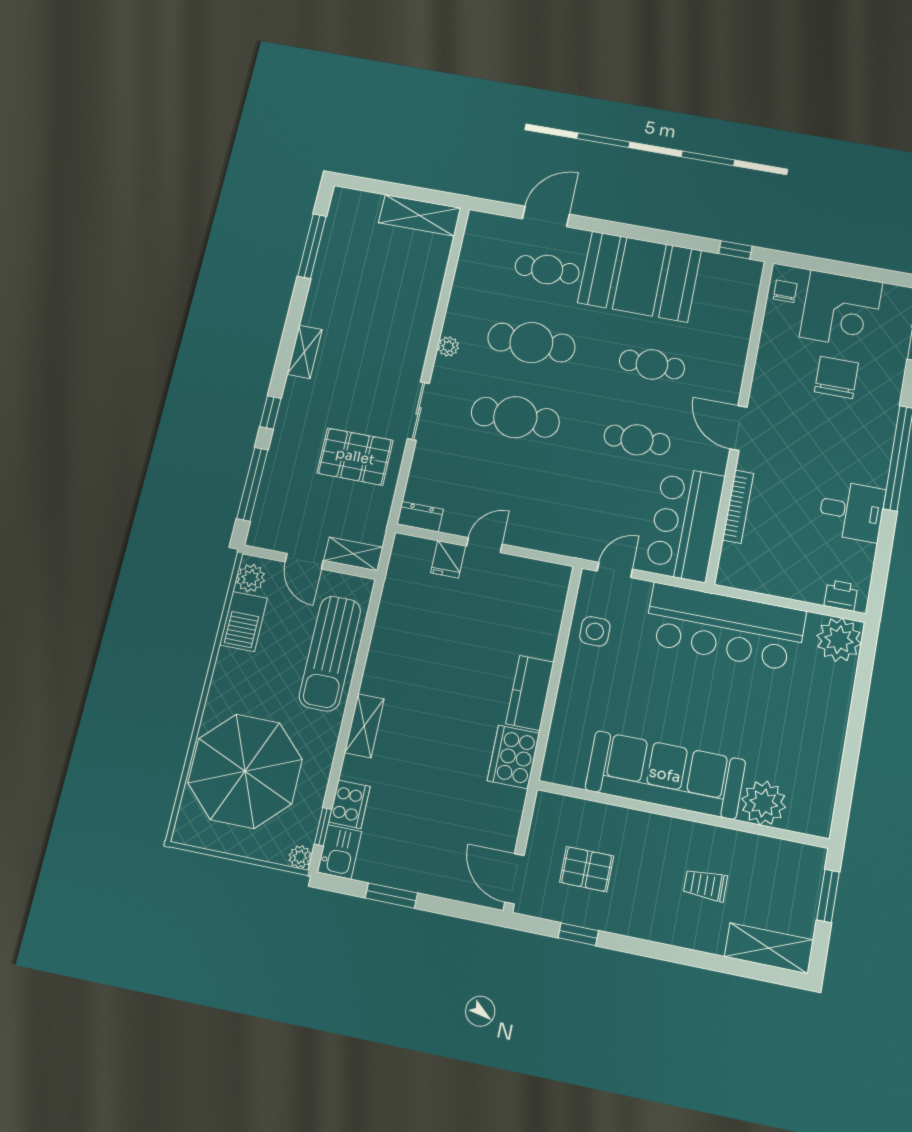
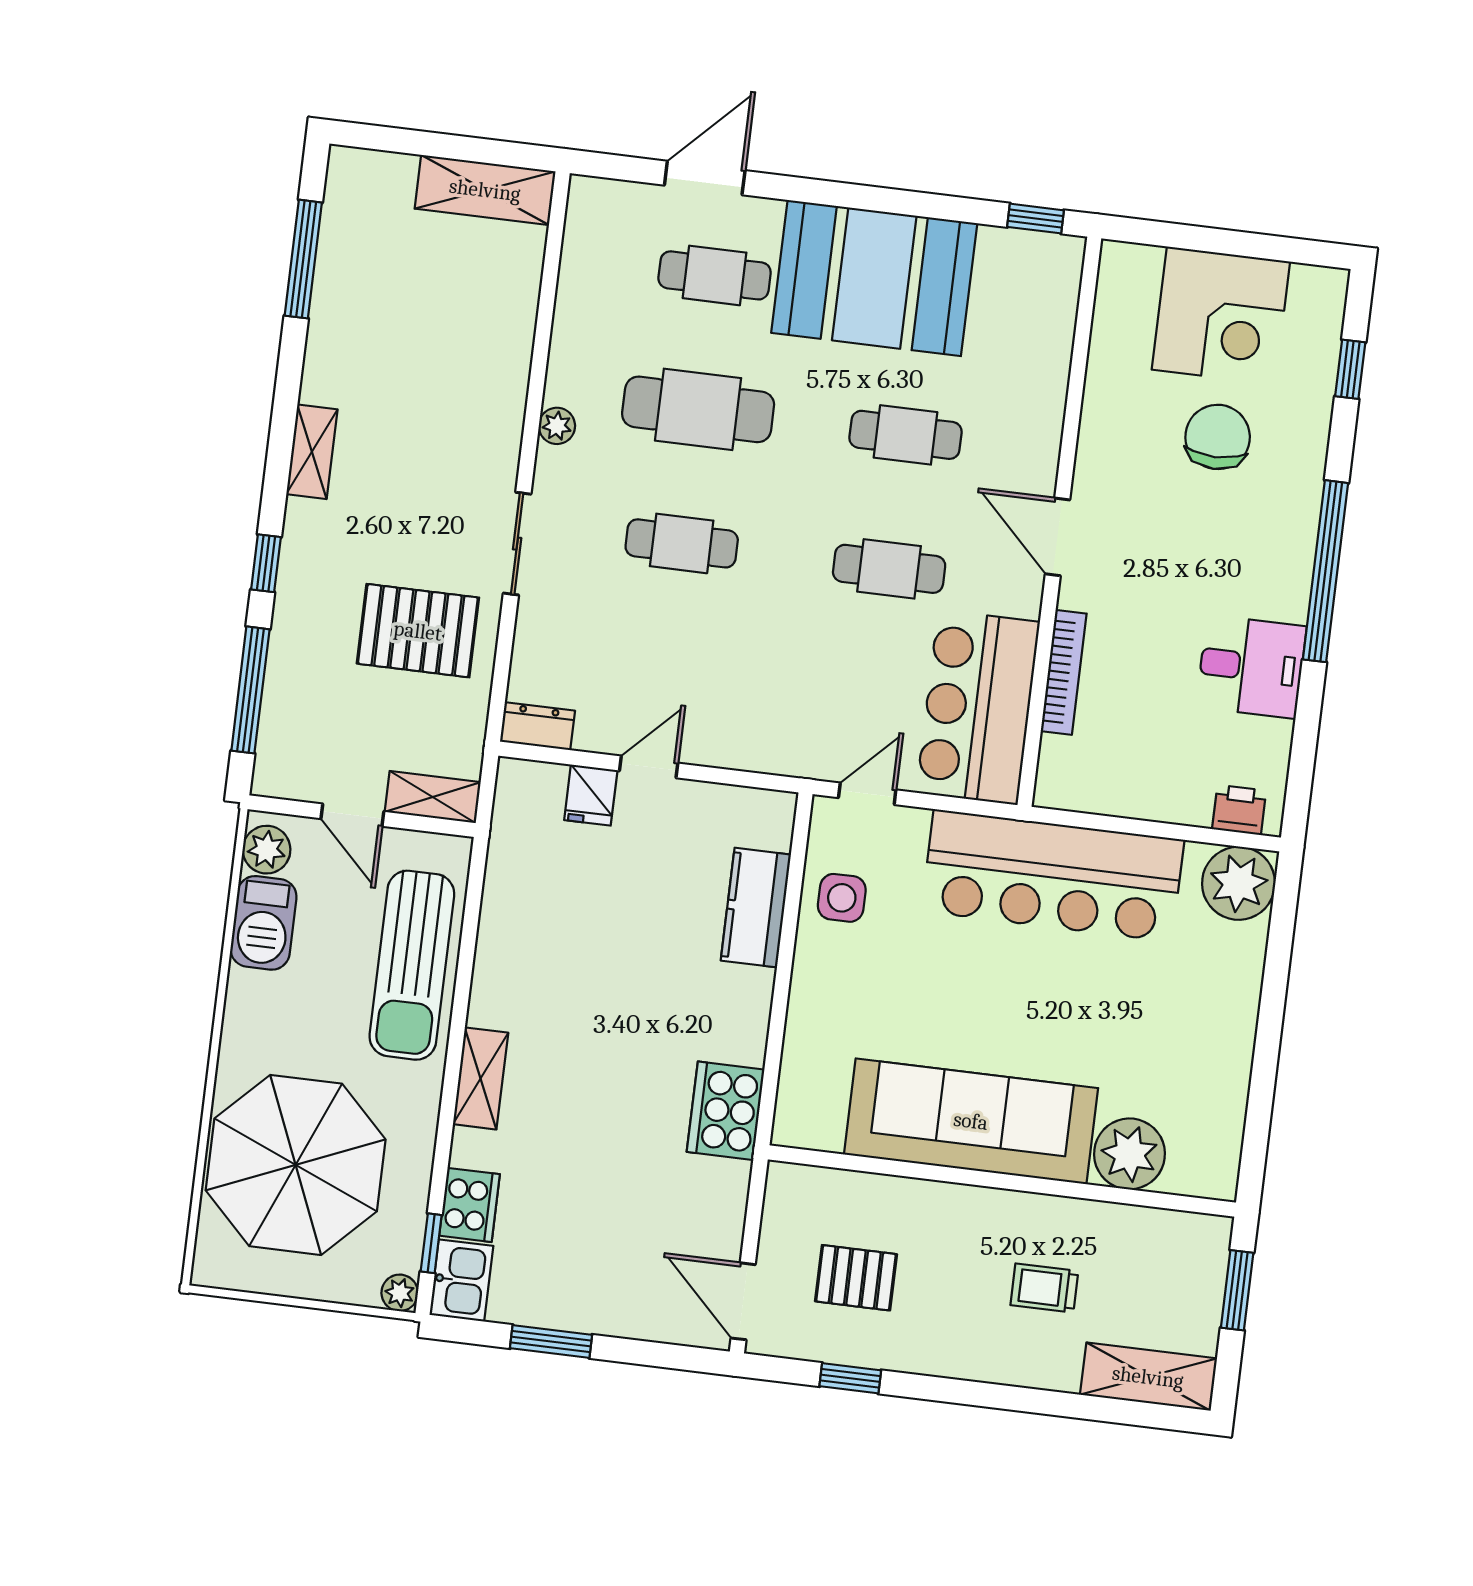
chair: (785, 291) -> (1124, 289), removed
cafe table: (515, 417) -> (682, 543), width x0.73, depth x0.74
kitchen counter: (530, 693) -> (756, 908), moved

